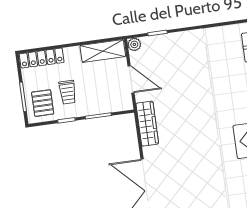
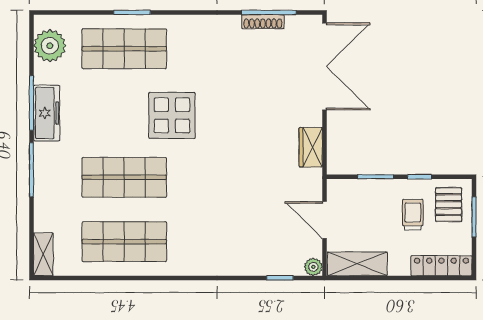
wardrobe: (147, 124) -> (311, 147), width x0.67

